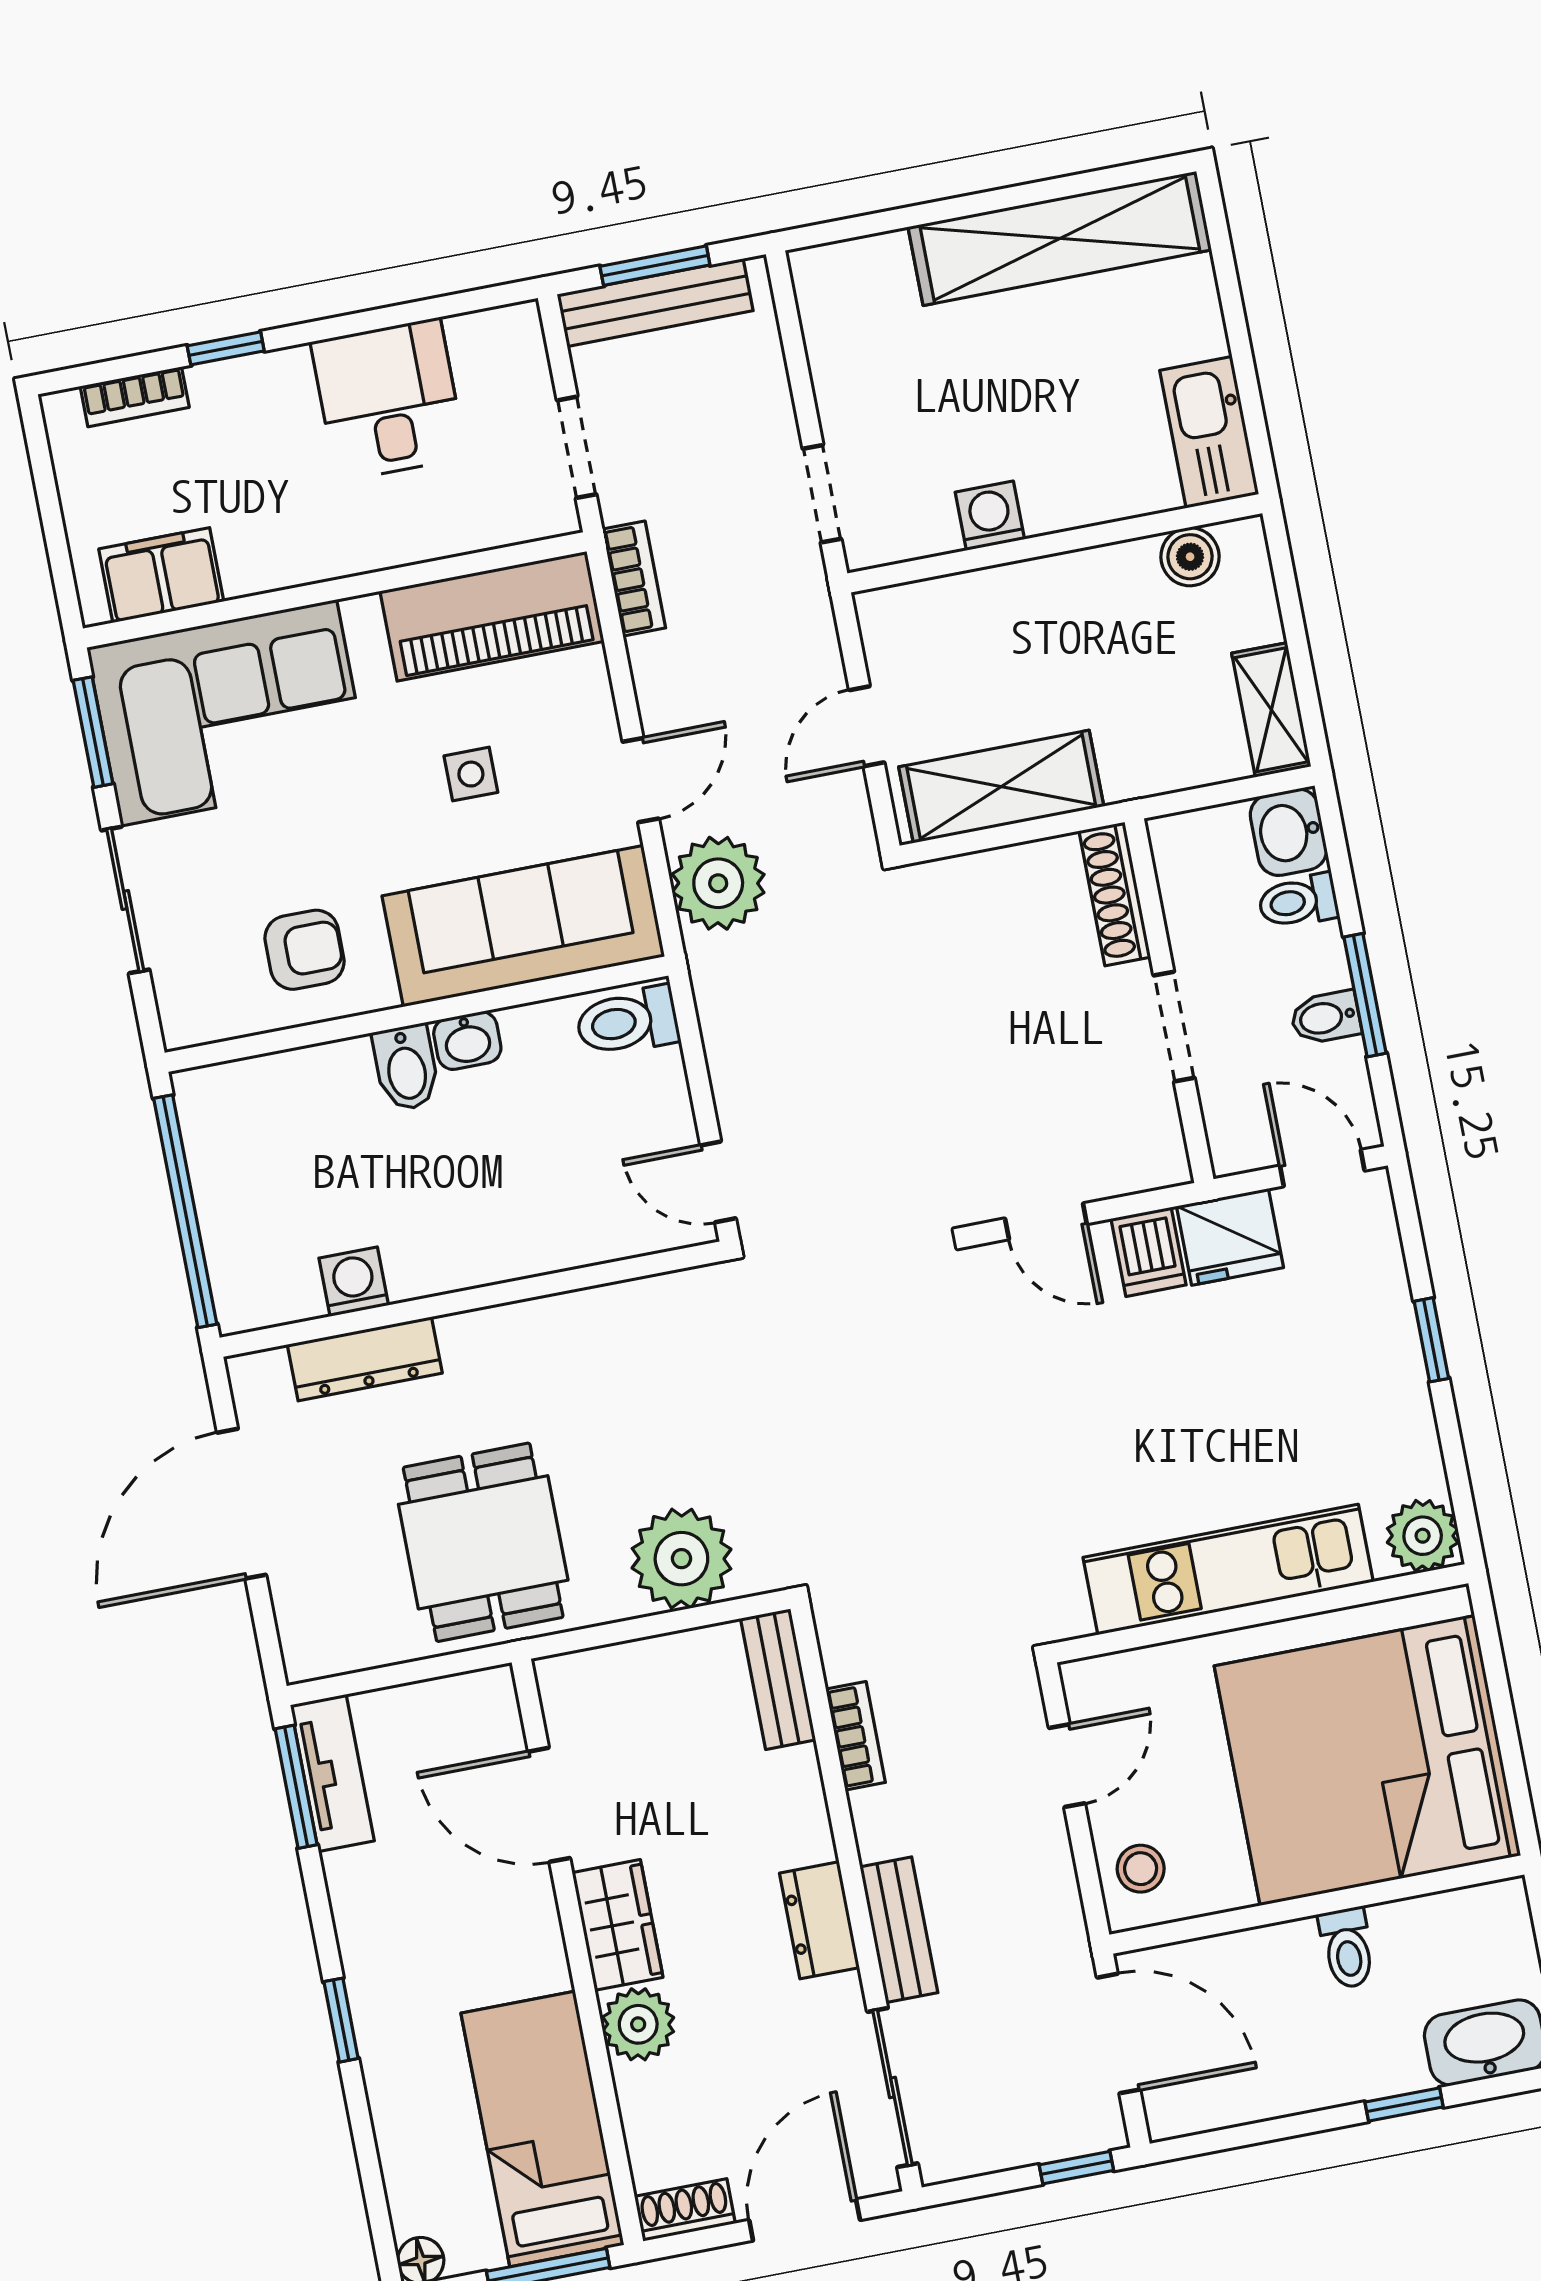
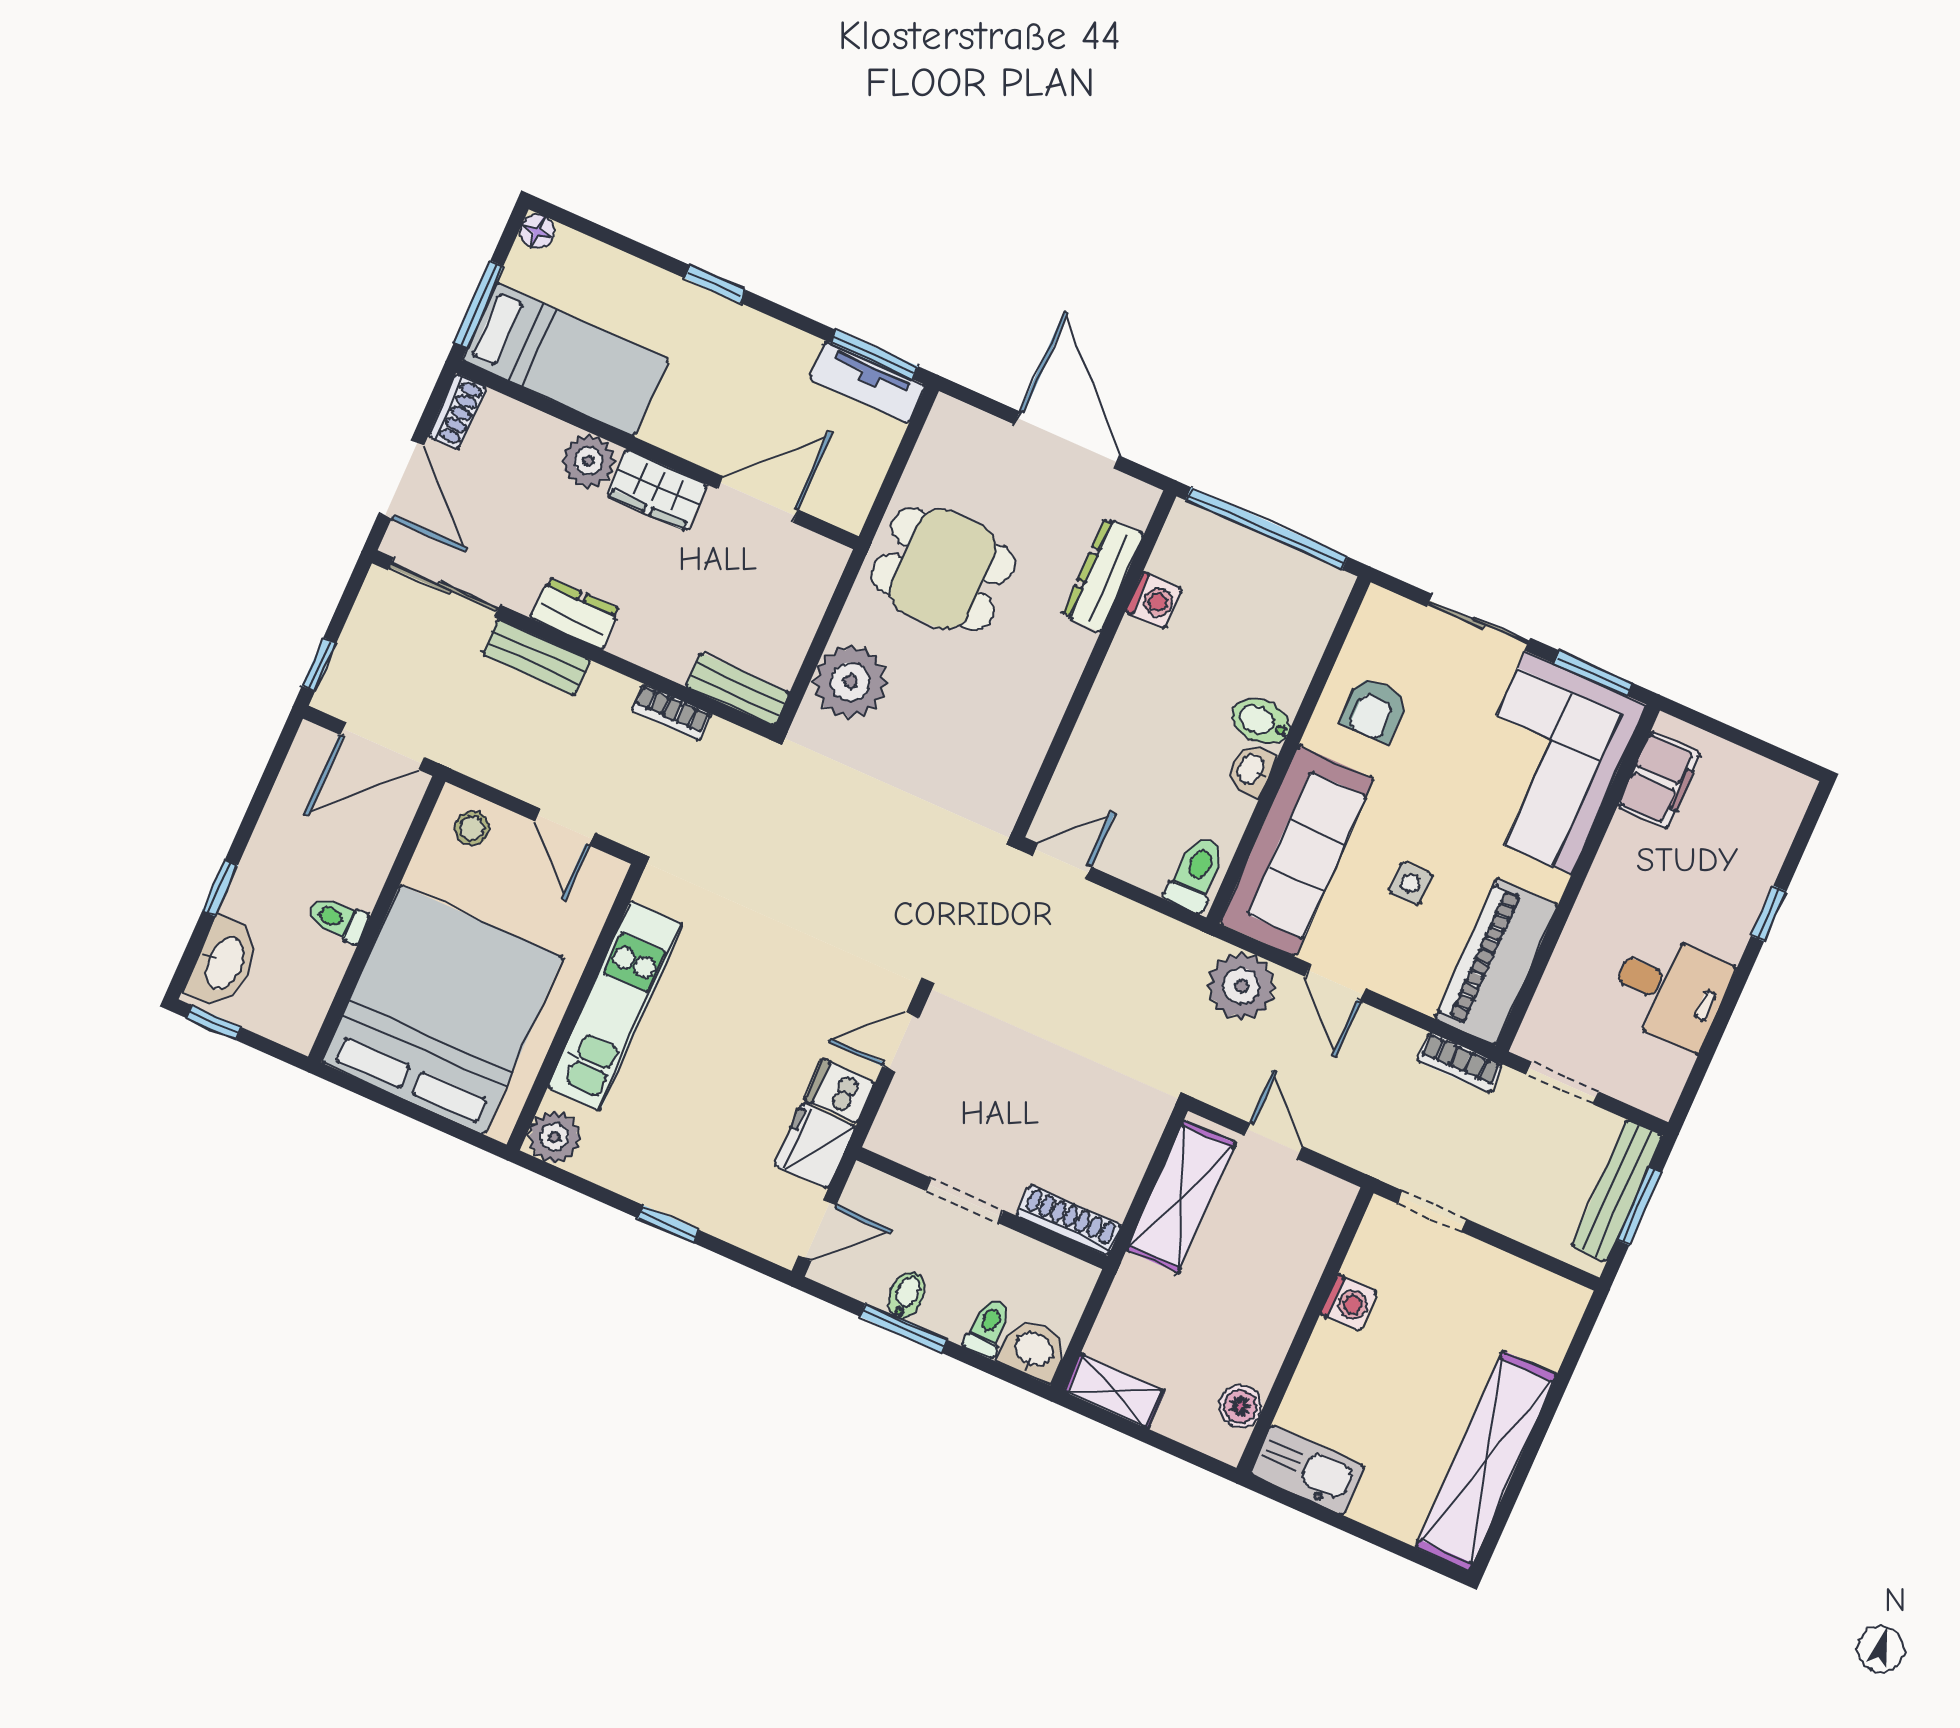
bookcase: (135, 397) -> (1778, 838), removed

